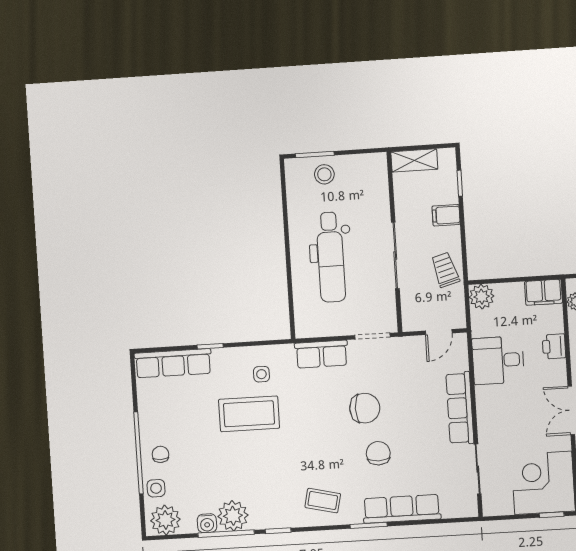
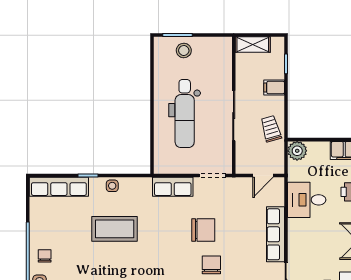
side table: (261, 374) -> (112, 186), moved

